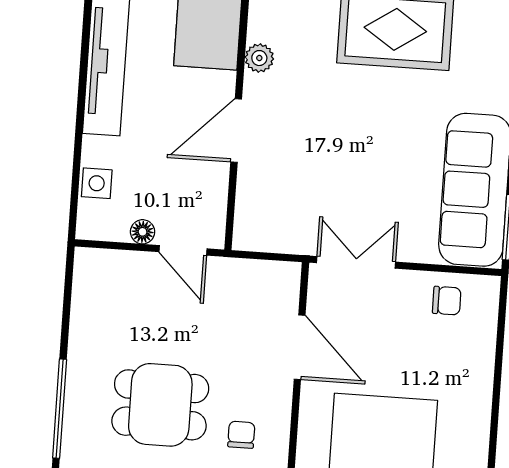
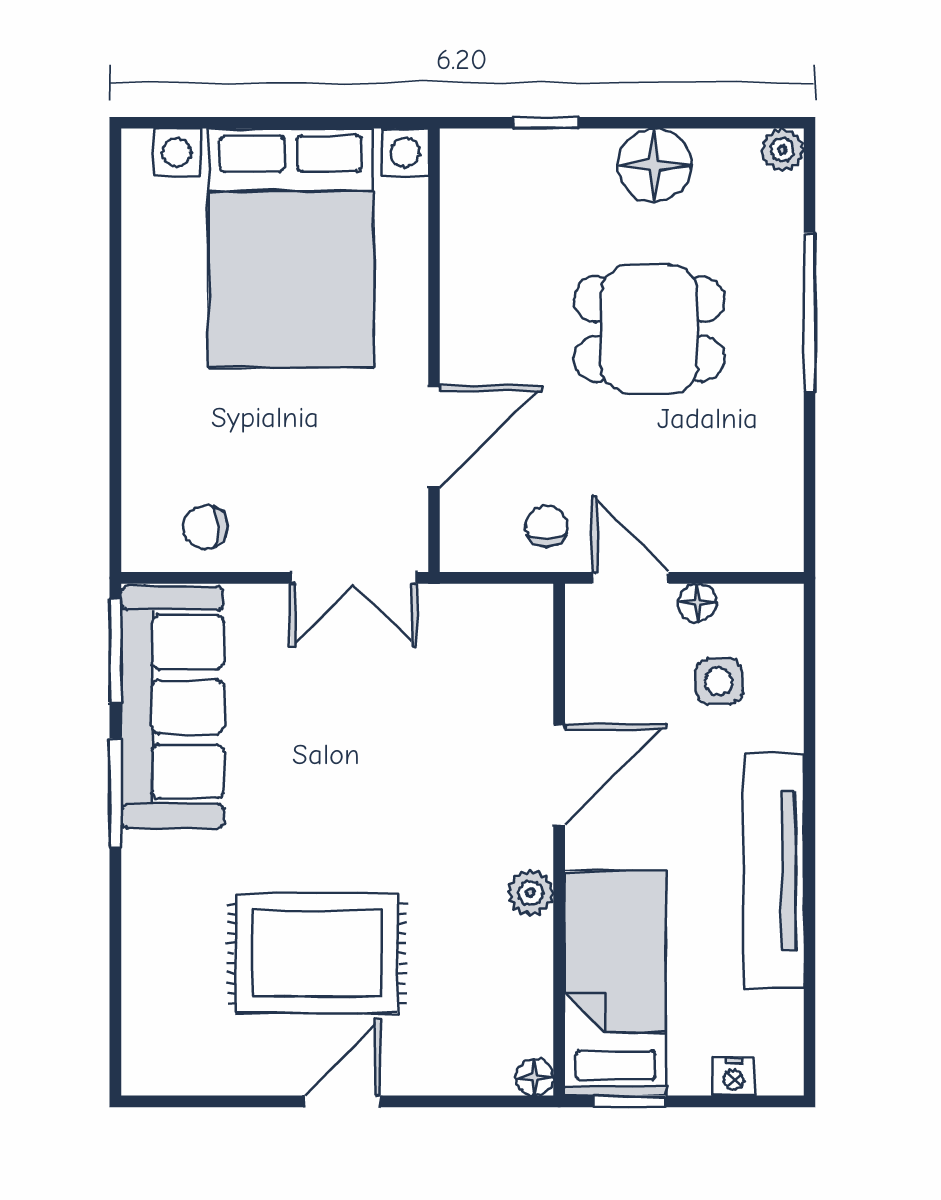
side table: (97, 183) -> (719, 681), moved
door: (300, 347) -> (434, 437), swing flipped
chair: (241, 435) -> (547, 526), moved, turned 180

